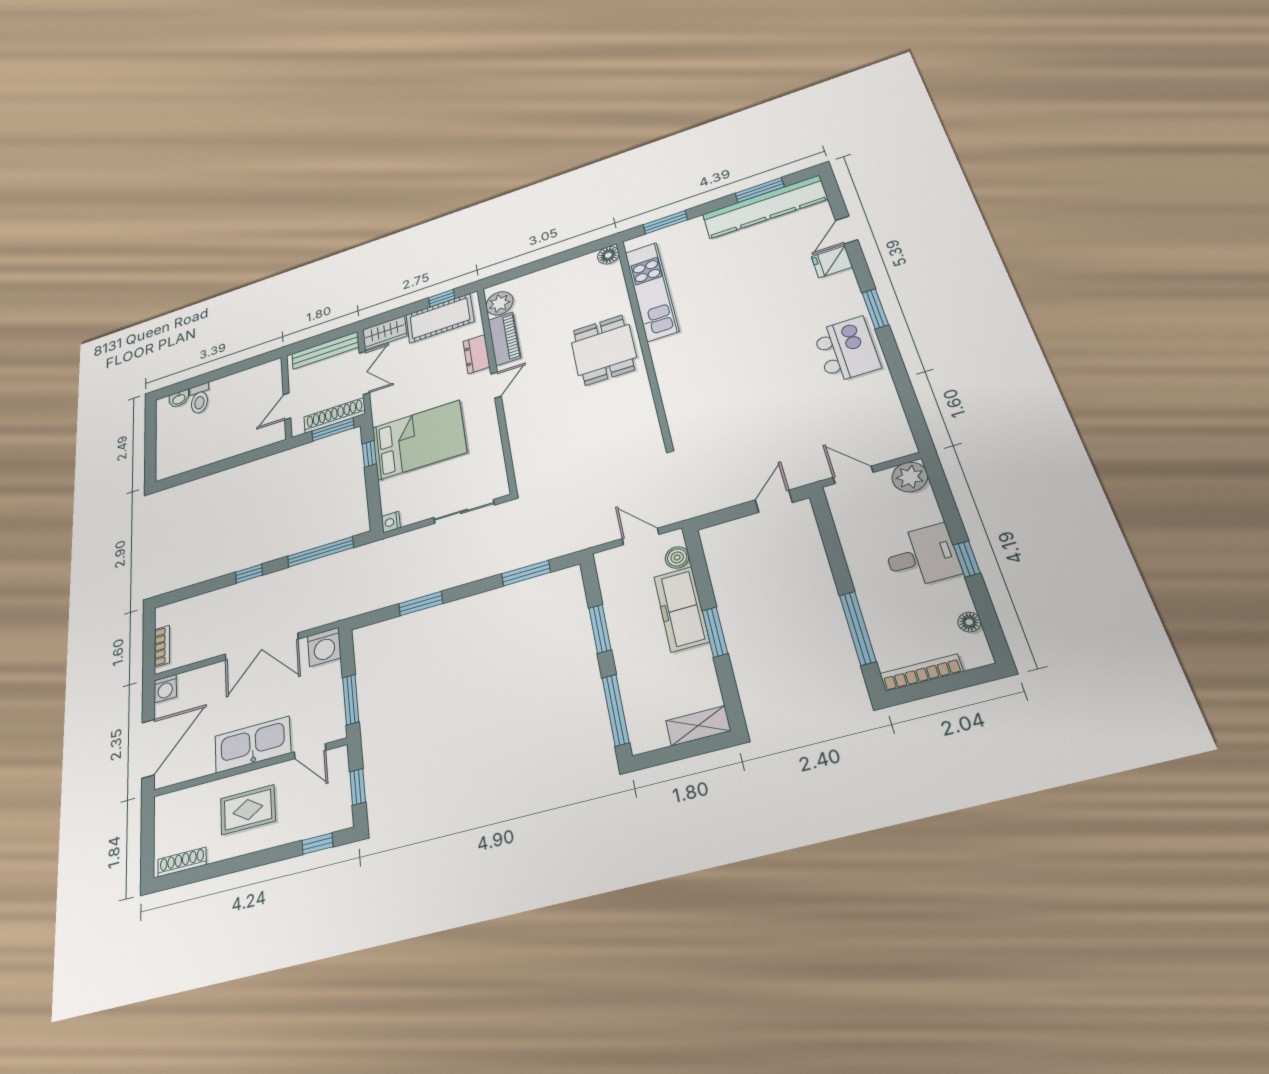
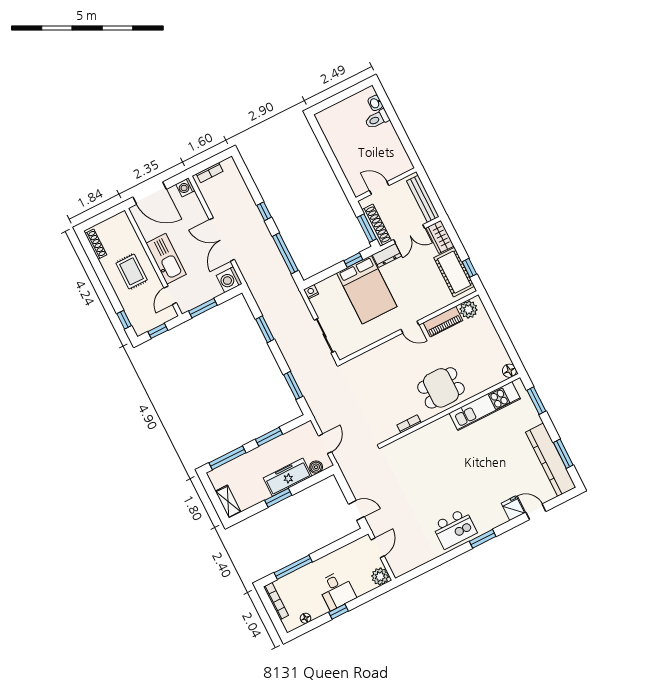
dresser: (476, 354) -> (387, 255), moved, turned 180
bookcase: (647, 401) -> (409, 424), added

